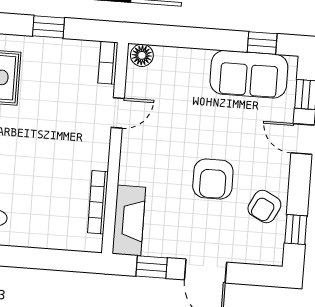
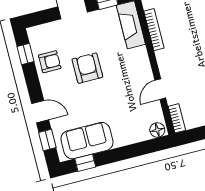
armchair: (264, 207) -> (50, 62), turned 63

